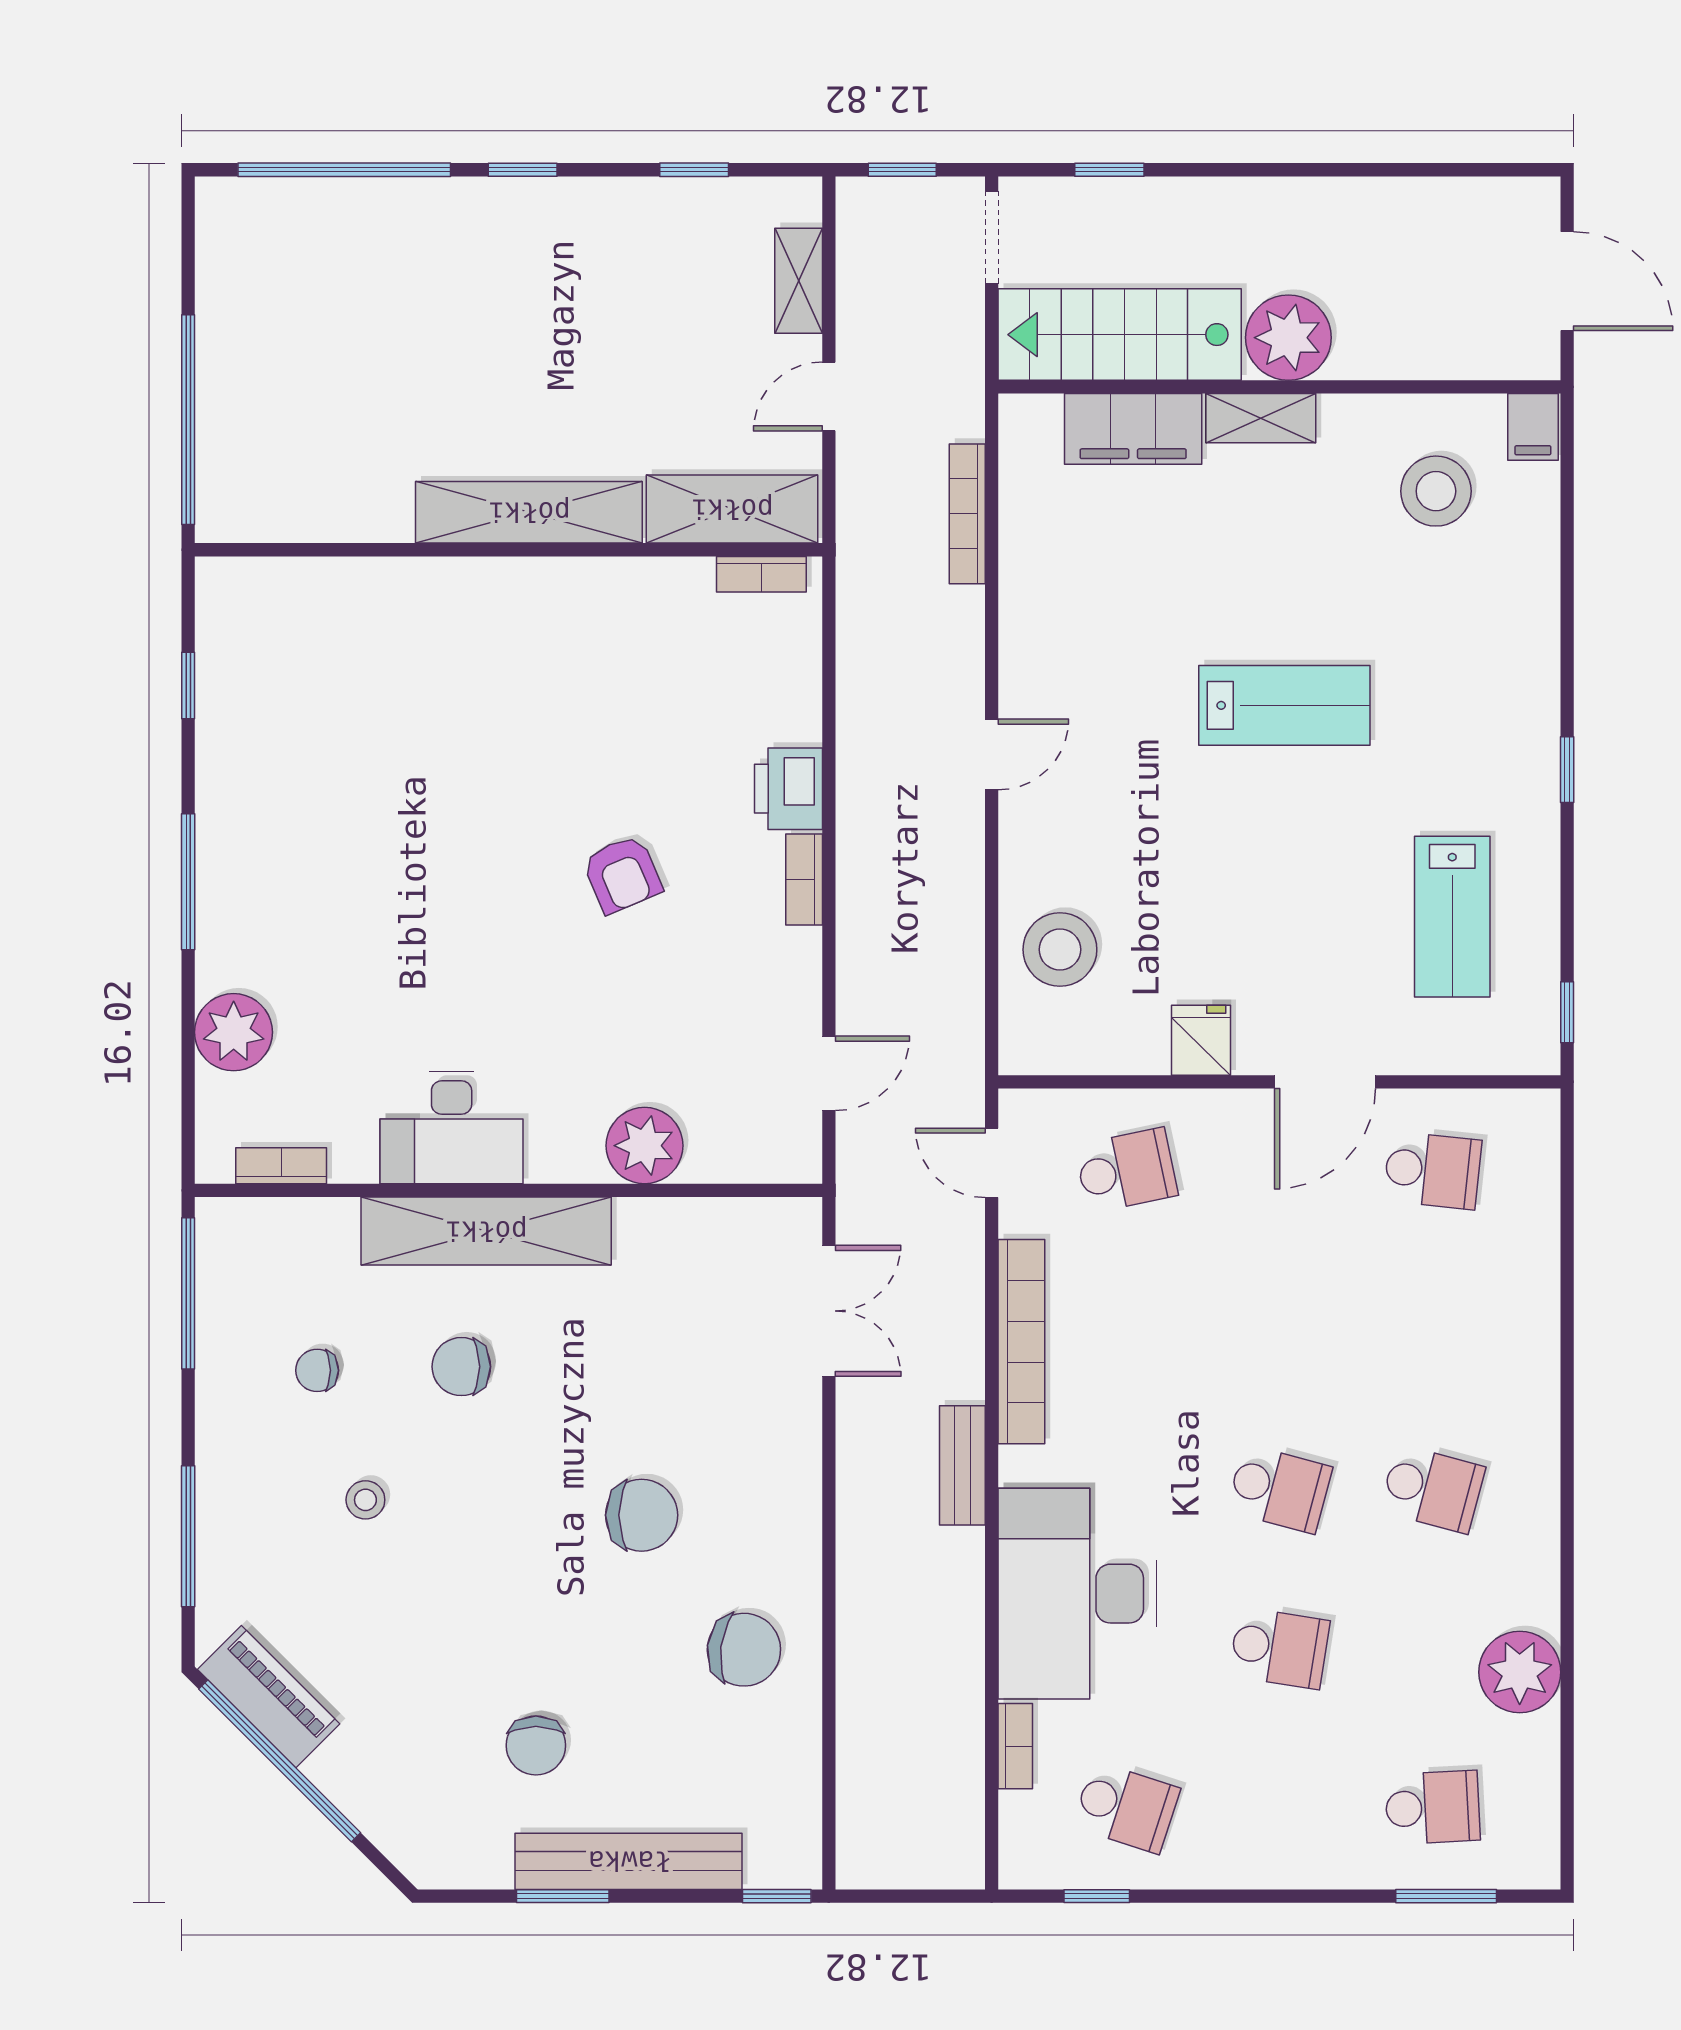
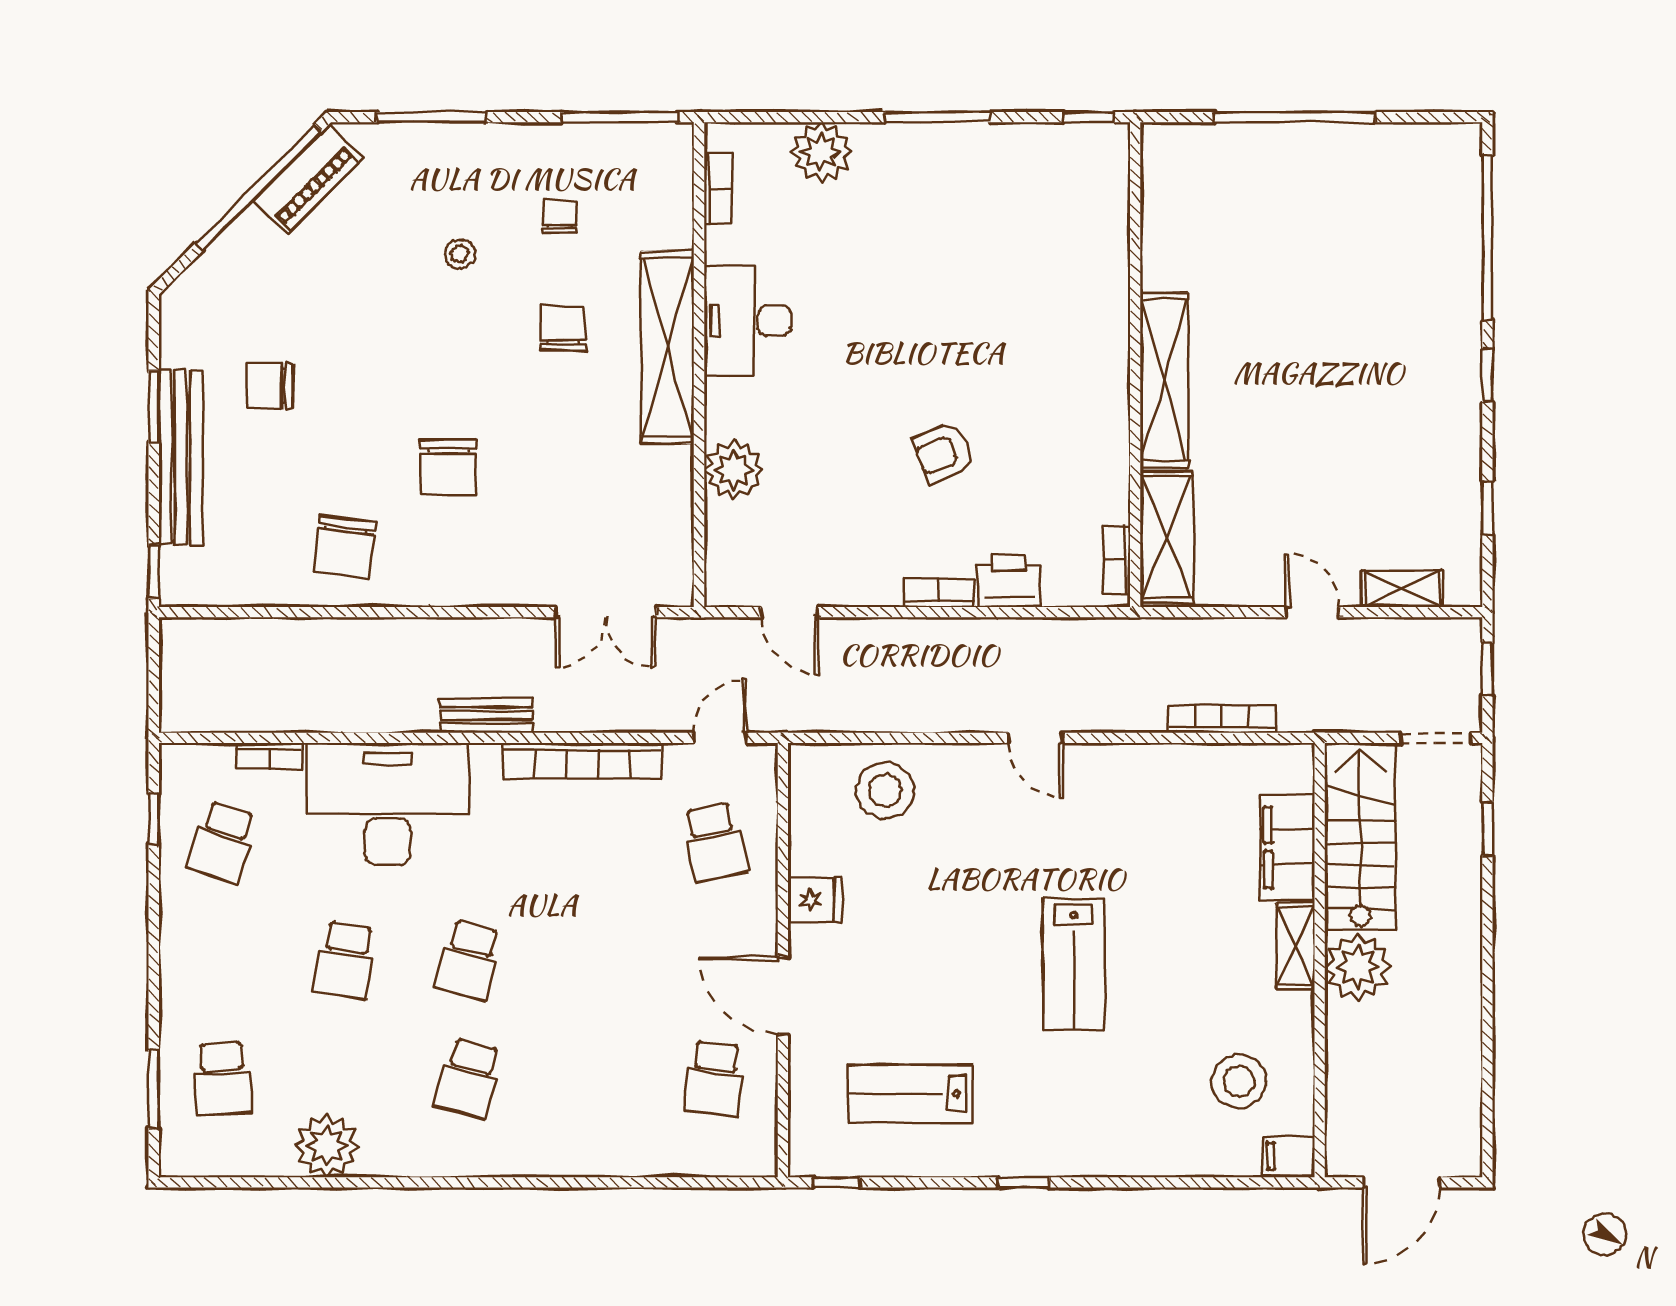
shelving: (732, 509) -> (1167, 537), moved
shelving: (529, 512) -> (1164, 380), moved
wall: (509, 550) -> (1135, 365), moved
bookcase: (761, 574) -> (1116, 560), moved

